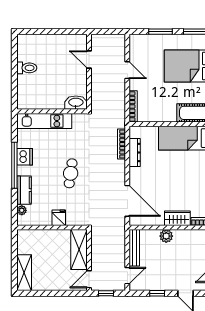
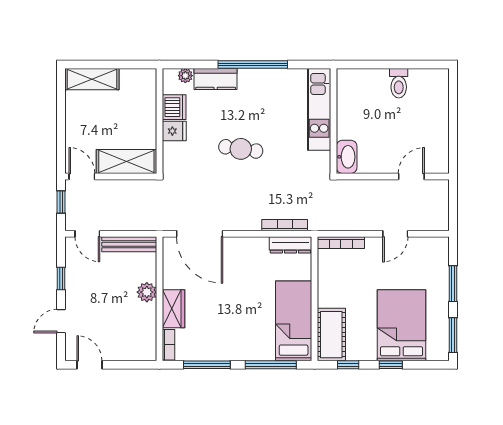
dresser: (135, 152) -> (290, 245), moved
dishwasher: (25, 157) -> (174, 107), moved, turned -90
door: (127, 201) -> (200, 234), hinge flipped

